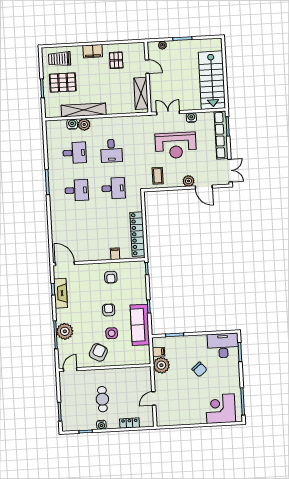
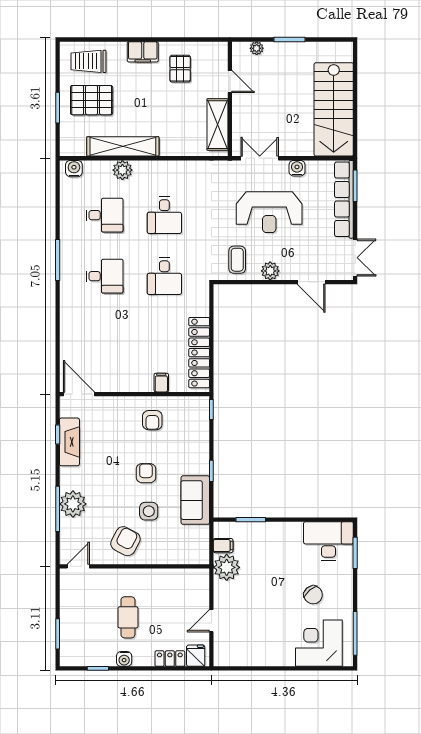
water cooler: (72, 124) -> (74, 169), moved
plant: (188, 181) -> (270, 271), moved
desk: (113, 188) -> (164, 276), turned 90
sofa: (140, 325) -> (195, 500), width x0.73
chair: (199, 369) -> (313, 595), moved
fridge: (145, 420) -> (196, 656), added

